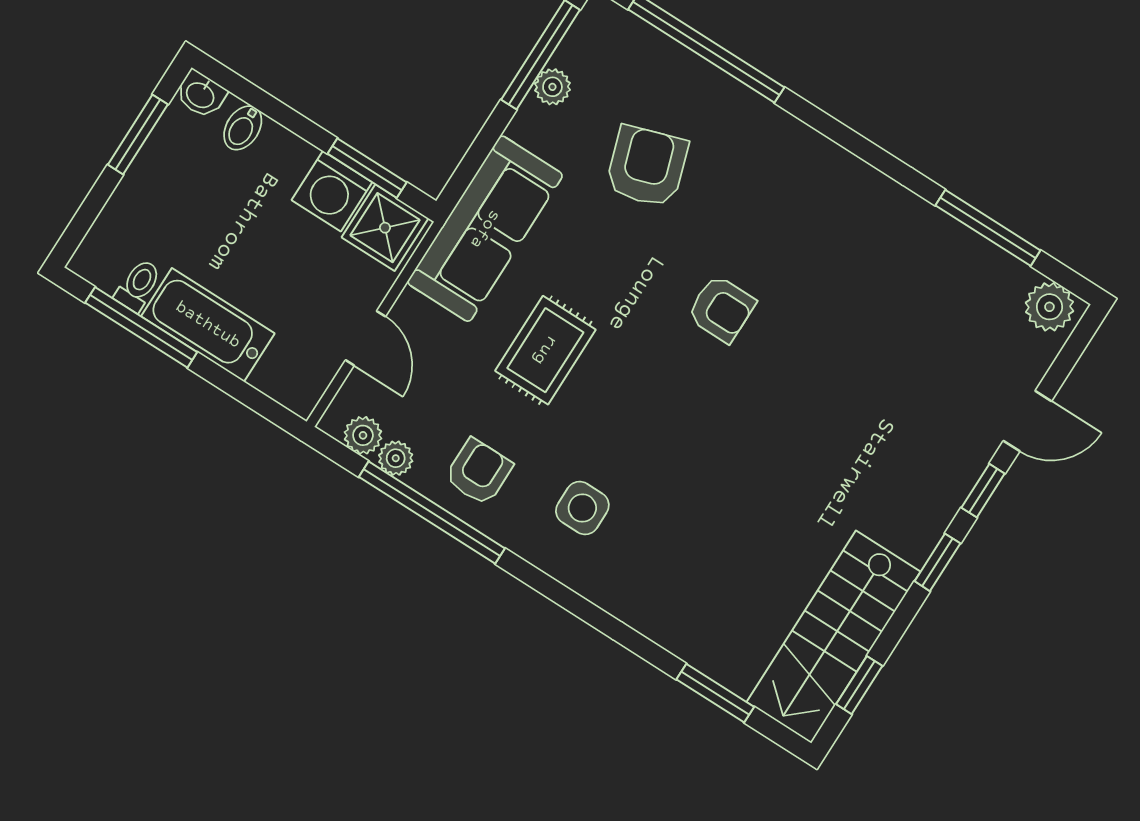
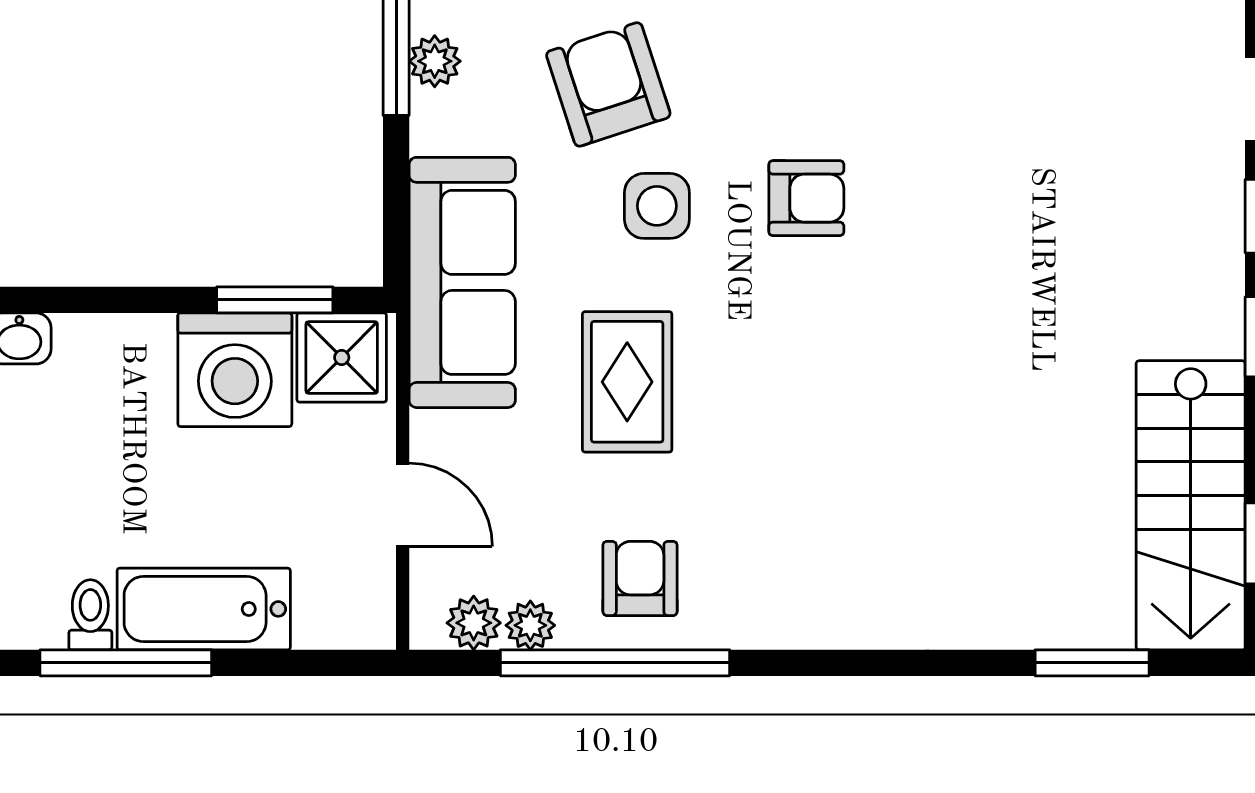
bidet: (243, 128) -> (95, 347), removed
washing machine: (332, 191) -> (235, 370), width x1.37, depth x1.37
side table: (582, 508) -> (657, 206), moved

